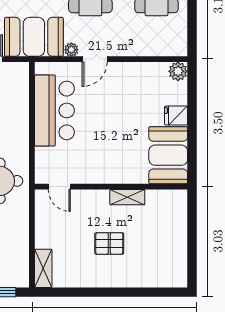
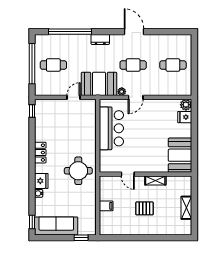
fridge: (176, 115) -> (185, 117), moved
door: (59, 187) -> (128, 174), moved
filing cabinet: (46, 239) -> (106, 206), added
shelving: (43, 268) -> (186, 208), moved

